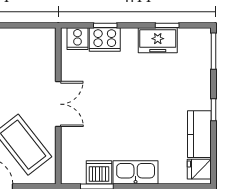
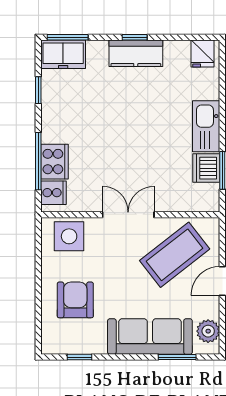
window: (105, 25) -> (38, 161), width x2.17
freezer: (158, 40) -> (63, 54), moved, turned 90
side table: (39, 52) -> (69, 236), added
kitchen counter: (199, 134) -> (136, 53), moved

